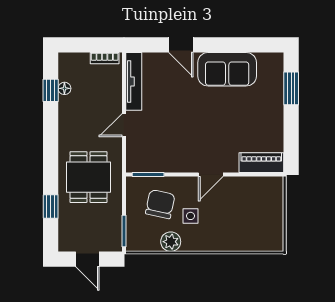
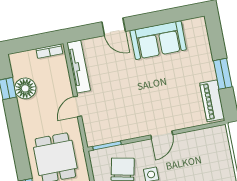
floor lamp: (64, 88) -> (25, 88), width x1.89, depth x1.89
window: (291, 88) -> (223, 74), moved
piano: (261, 163) -> (212, 101), moved, turned -90

